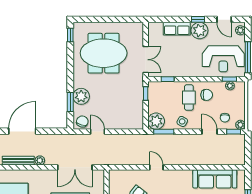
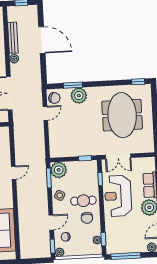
reception desk: (223, 59) -> (118, 196), moved

